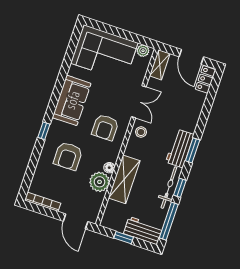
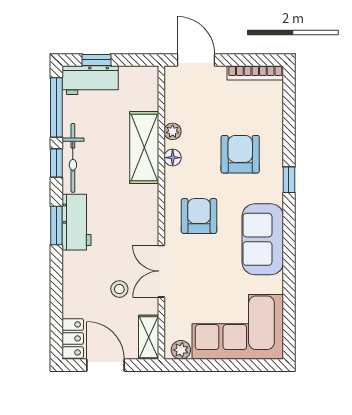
stool: (141, 132) -> (119, 289), moved
plant: (100, 182) -> (173, 131), width x0.53, depth x0.53
window: (124, 238) -> (97, 60), moved

